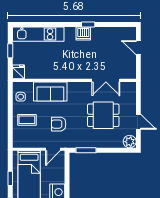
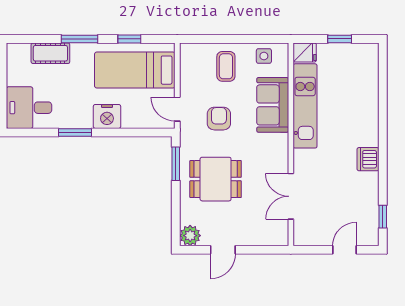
window: (88, 24) -> (383, 217), moved
kitchen unit: (38, 34) -> (305, 106), moved, turned 180
dining table: (103, 115) -> (216, 179), moved, turned 90

